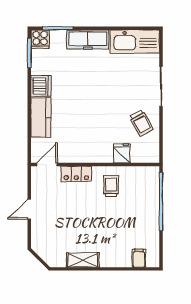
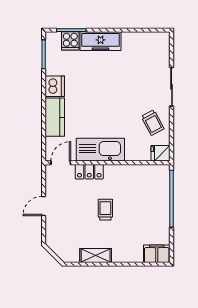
cooker: (40, 39) -> (70, 41), moved
kitchen sink: (135, 42) -> (100, 150), moved, turned 180
fridge: (122, 153) -> (161, 153), moved, turned -90
trolley: (111, 186) -> (105, 210), moved
filing cabinet: (139, 258) -> (157, 254), width x2.00

